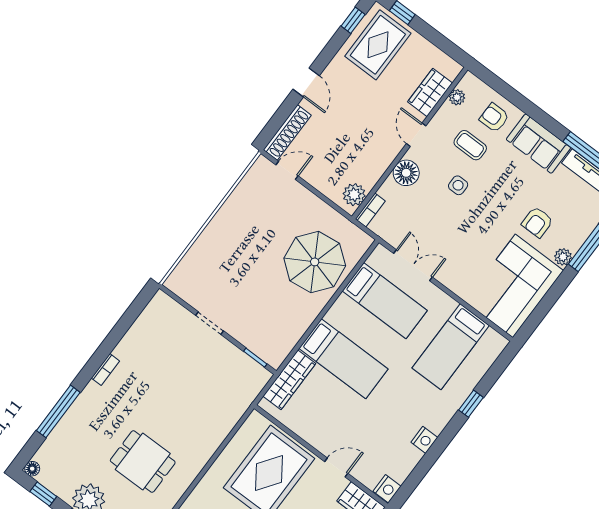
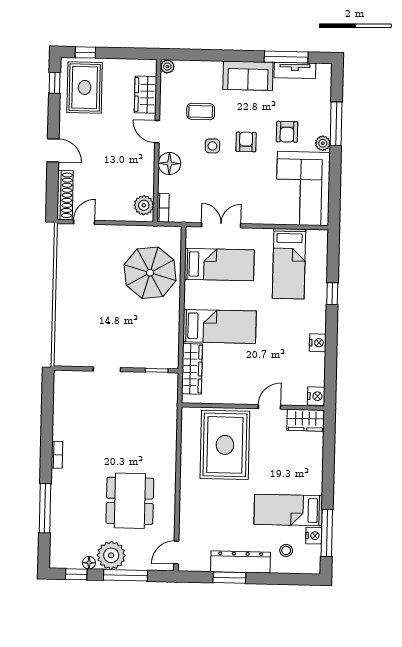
plant: (457, 97) -> (167, 67), moved
armchair: (494, 118) -> (246, 142), moved, turned 90
dining table: (143, 461) -> (130, 501), width x1.38
floor lamp: (32, 469) -> (89, 563), moved

